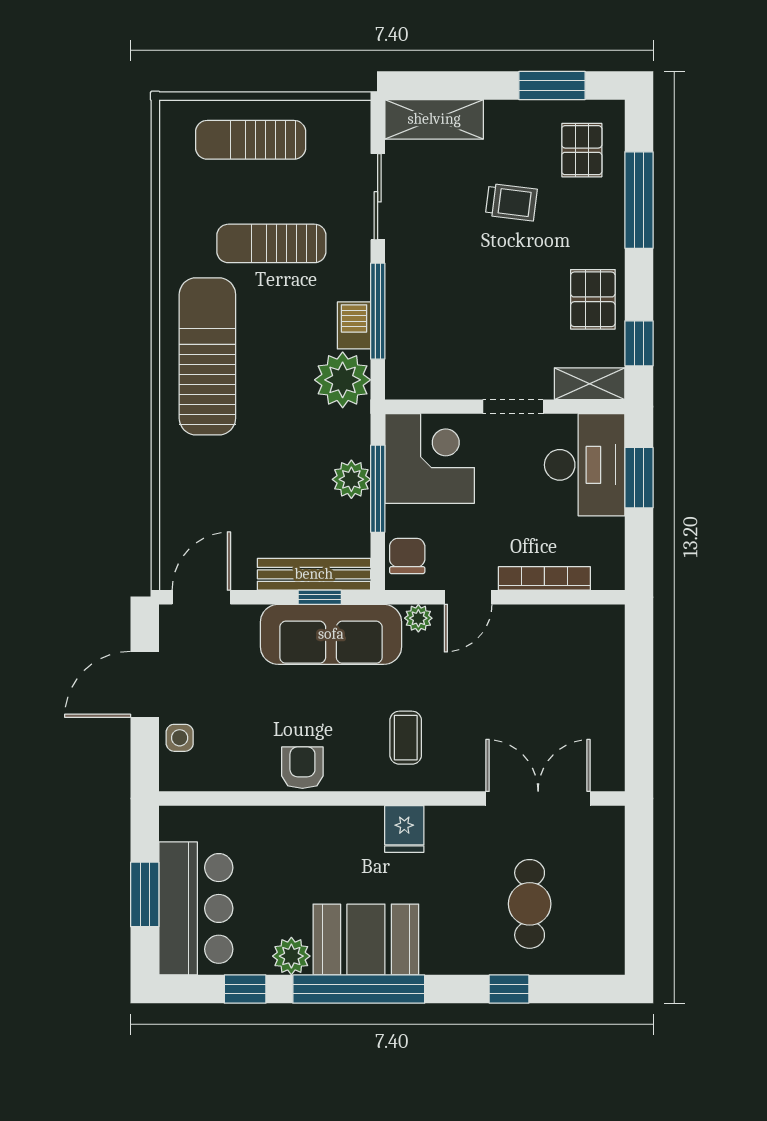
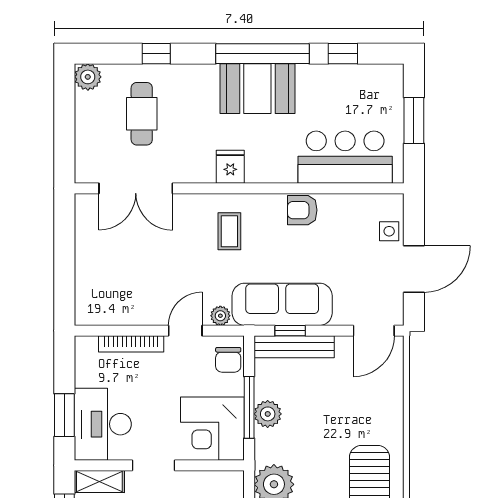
armchair: (302, 768) -> (302, 210), turned 90
bar counter: (196, 908) -> (345, 157), moved, turned 90
plant: (291, 956) -> (88, 77), moved

